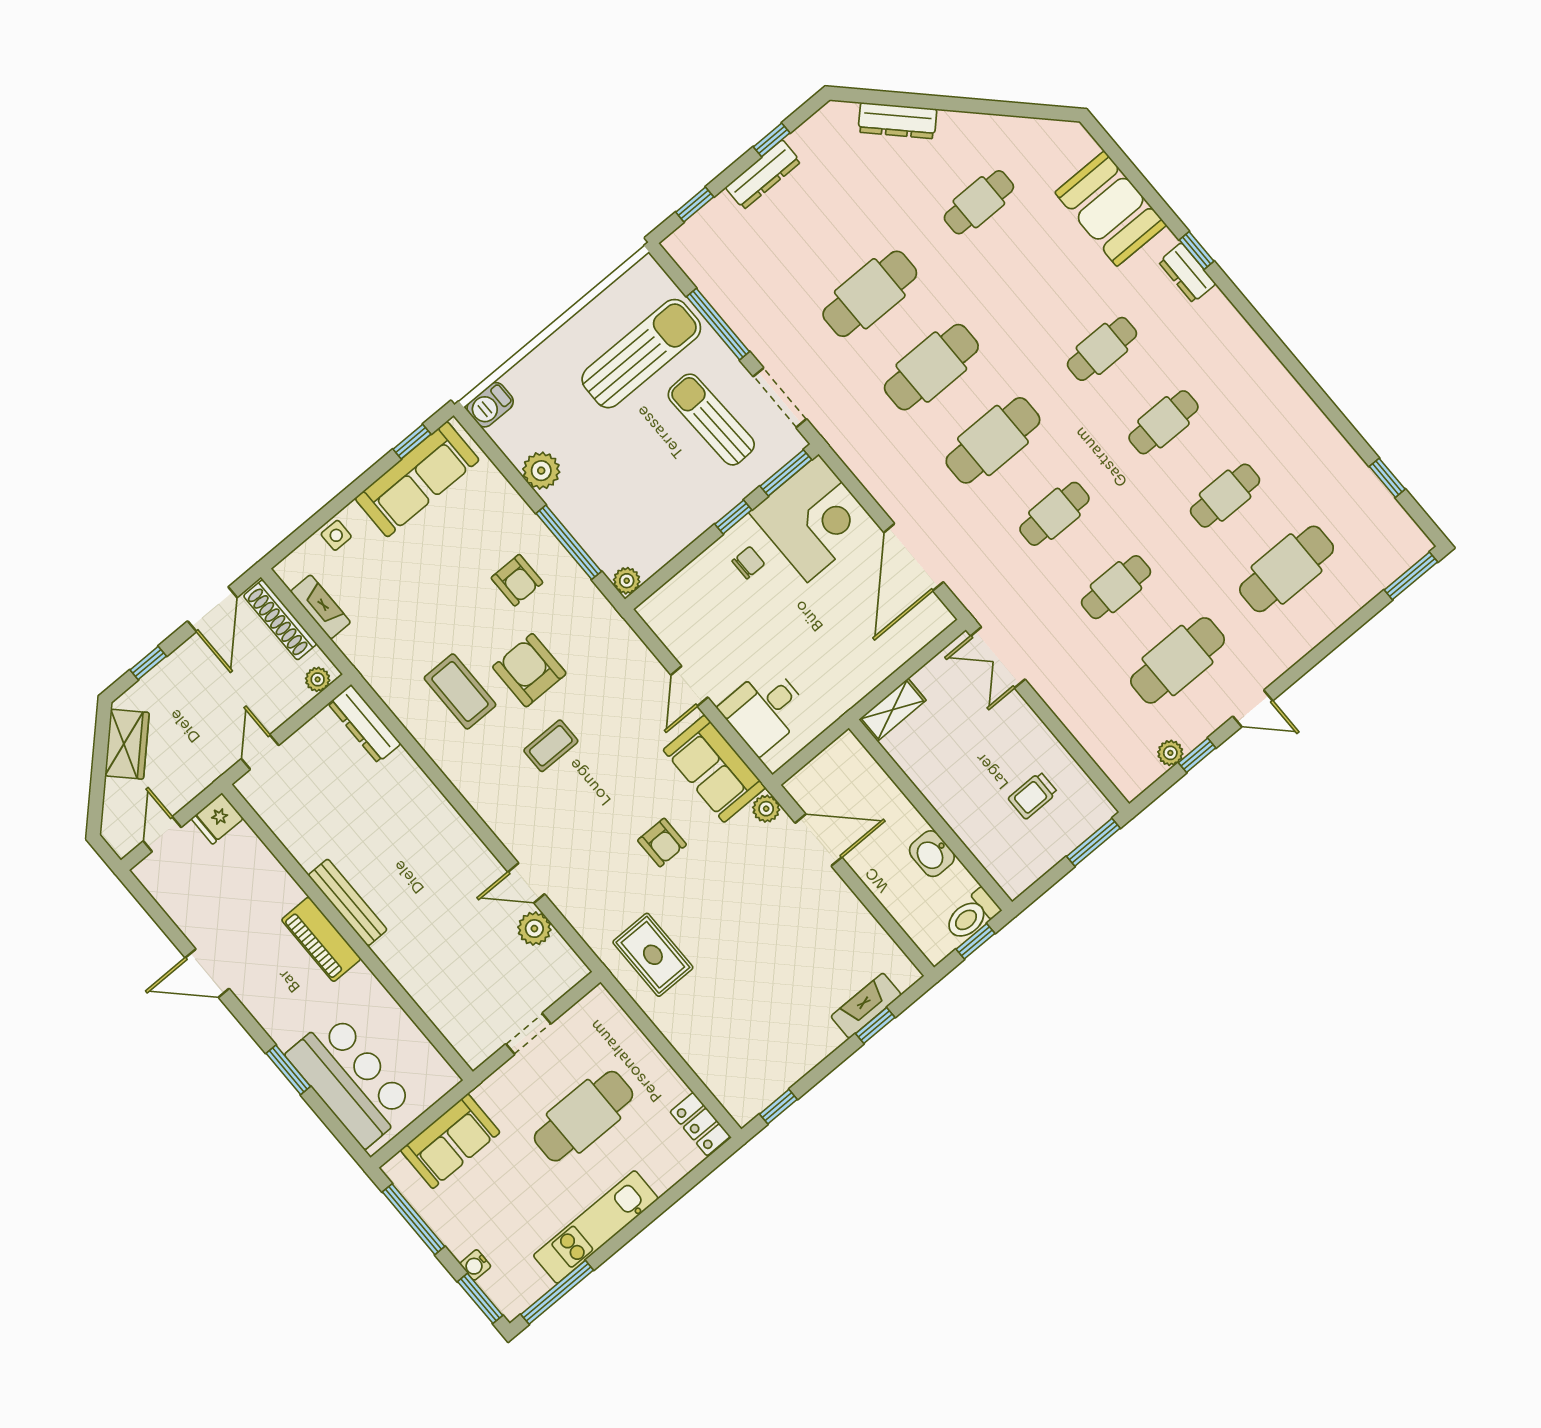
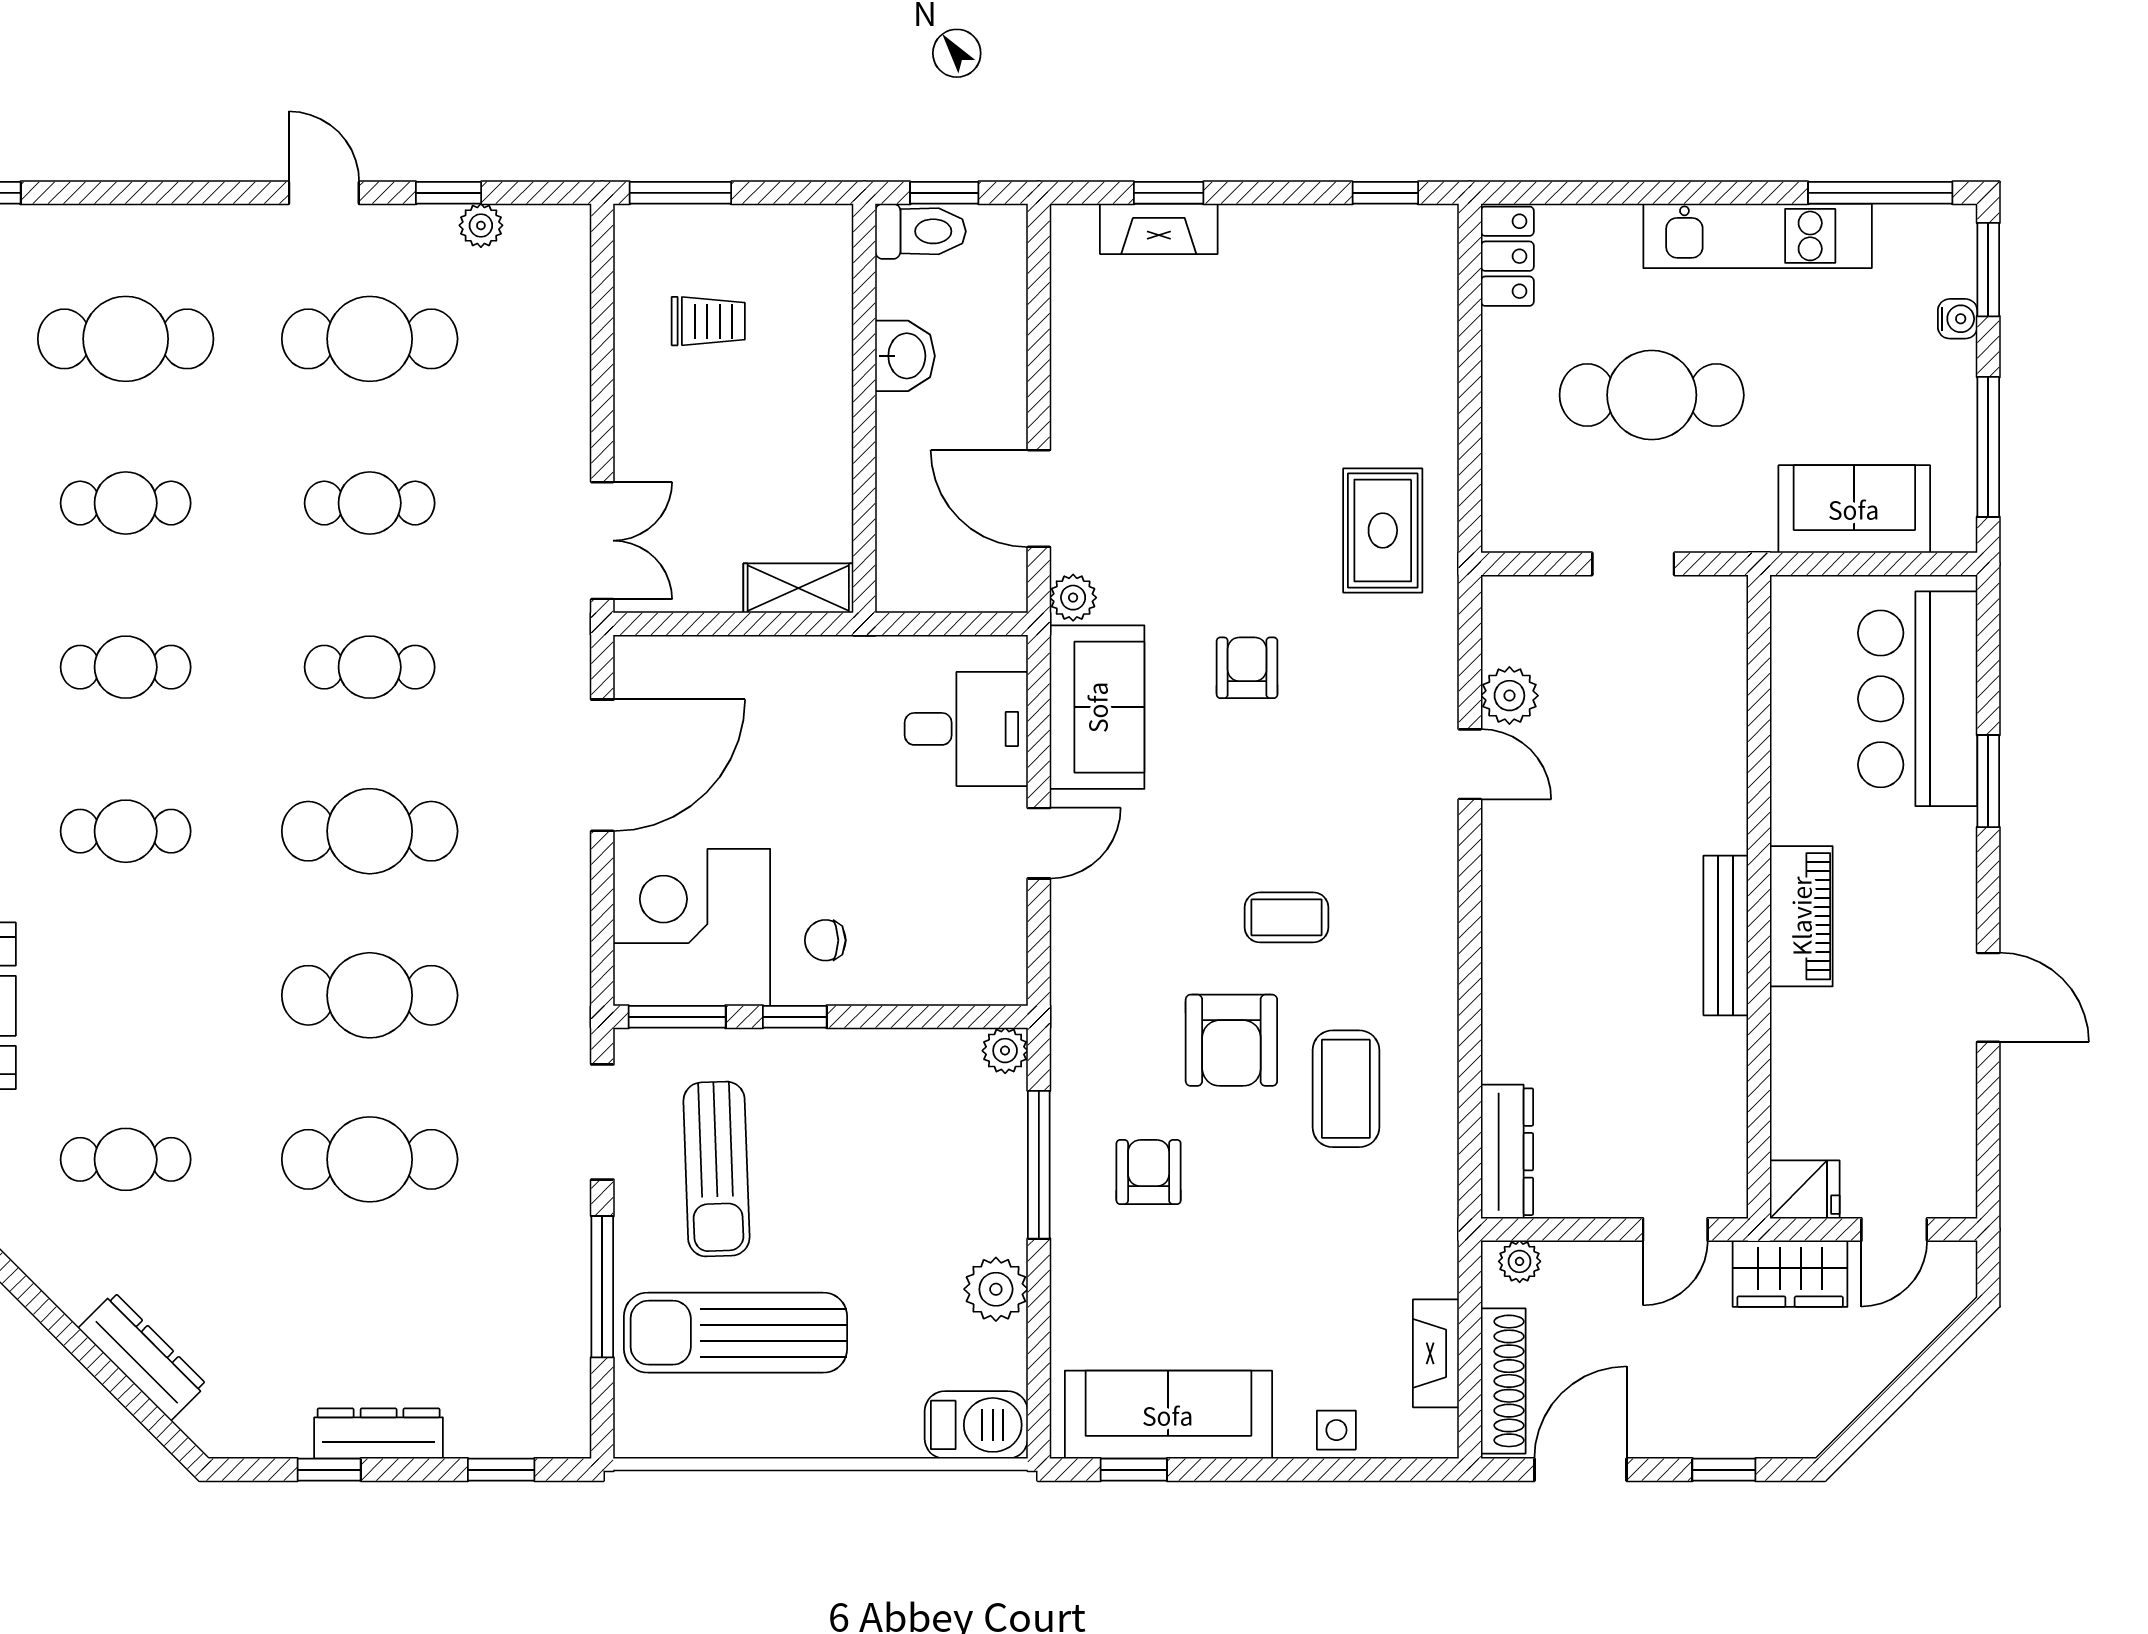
barbecue: (490, 405) -> (976, 1425), width x1.38, depth x1.27
wardrobe: (127, 744) -> (1790, 1274), moved, turned -135

